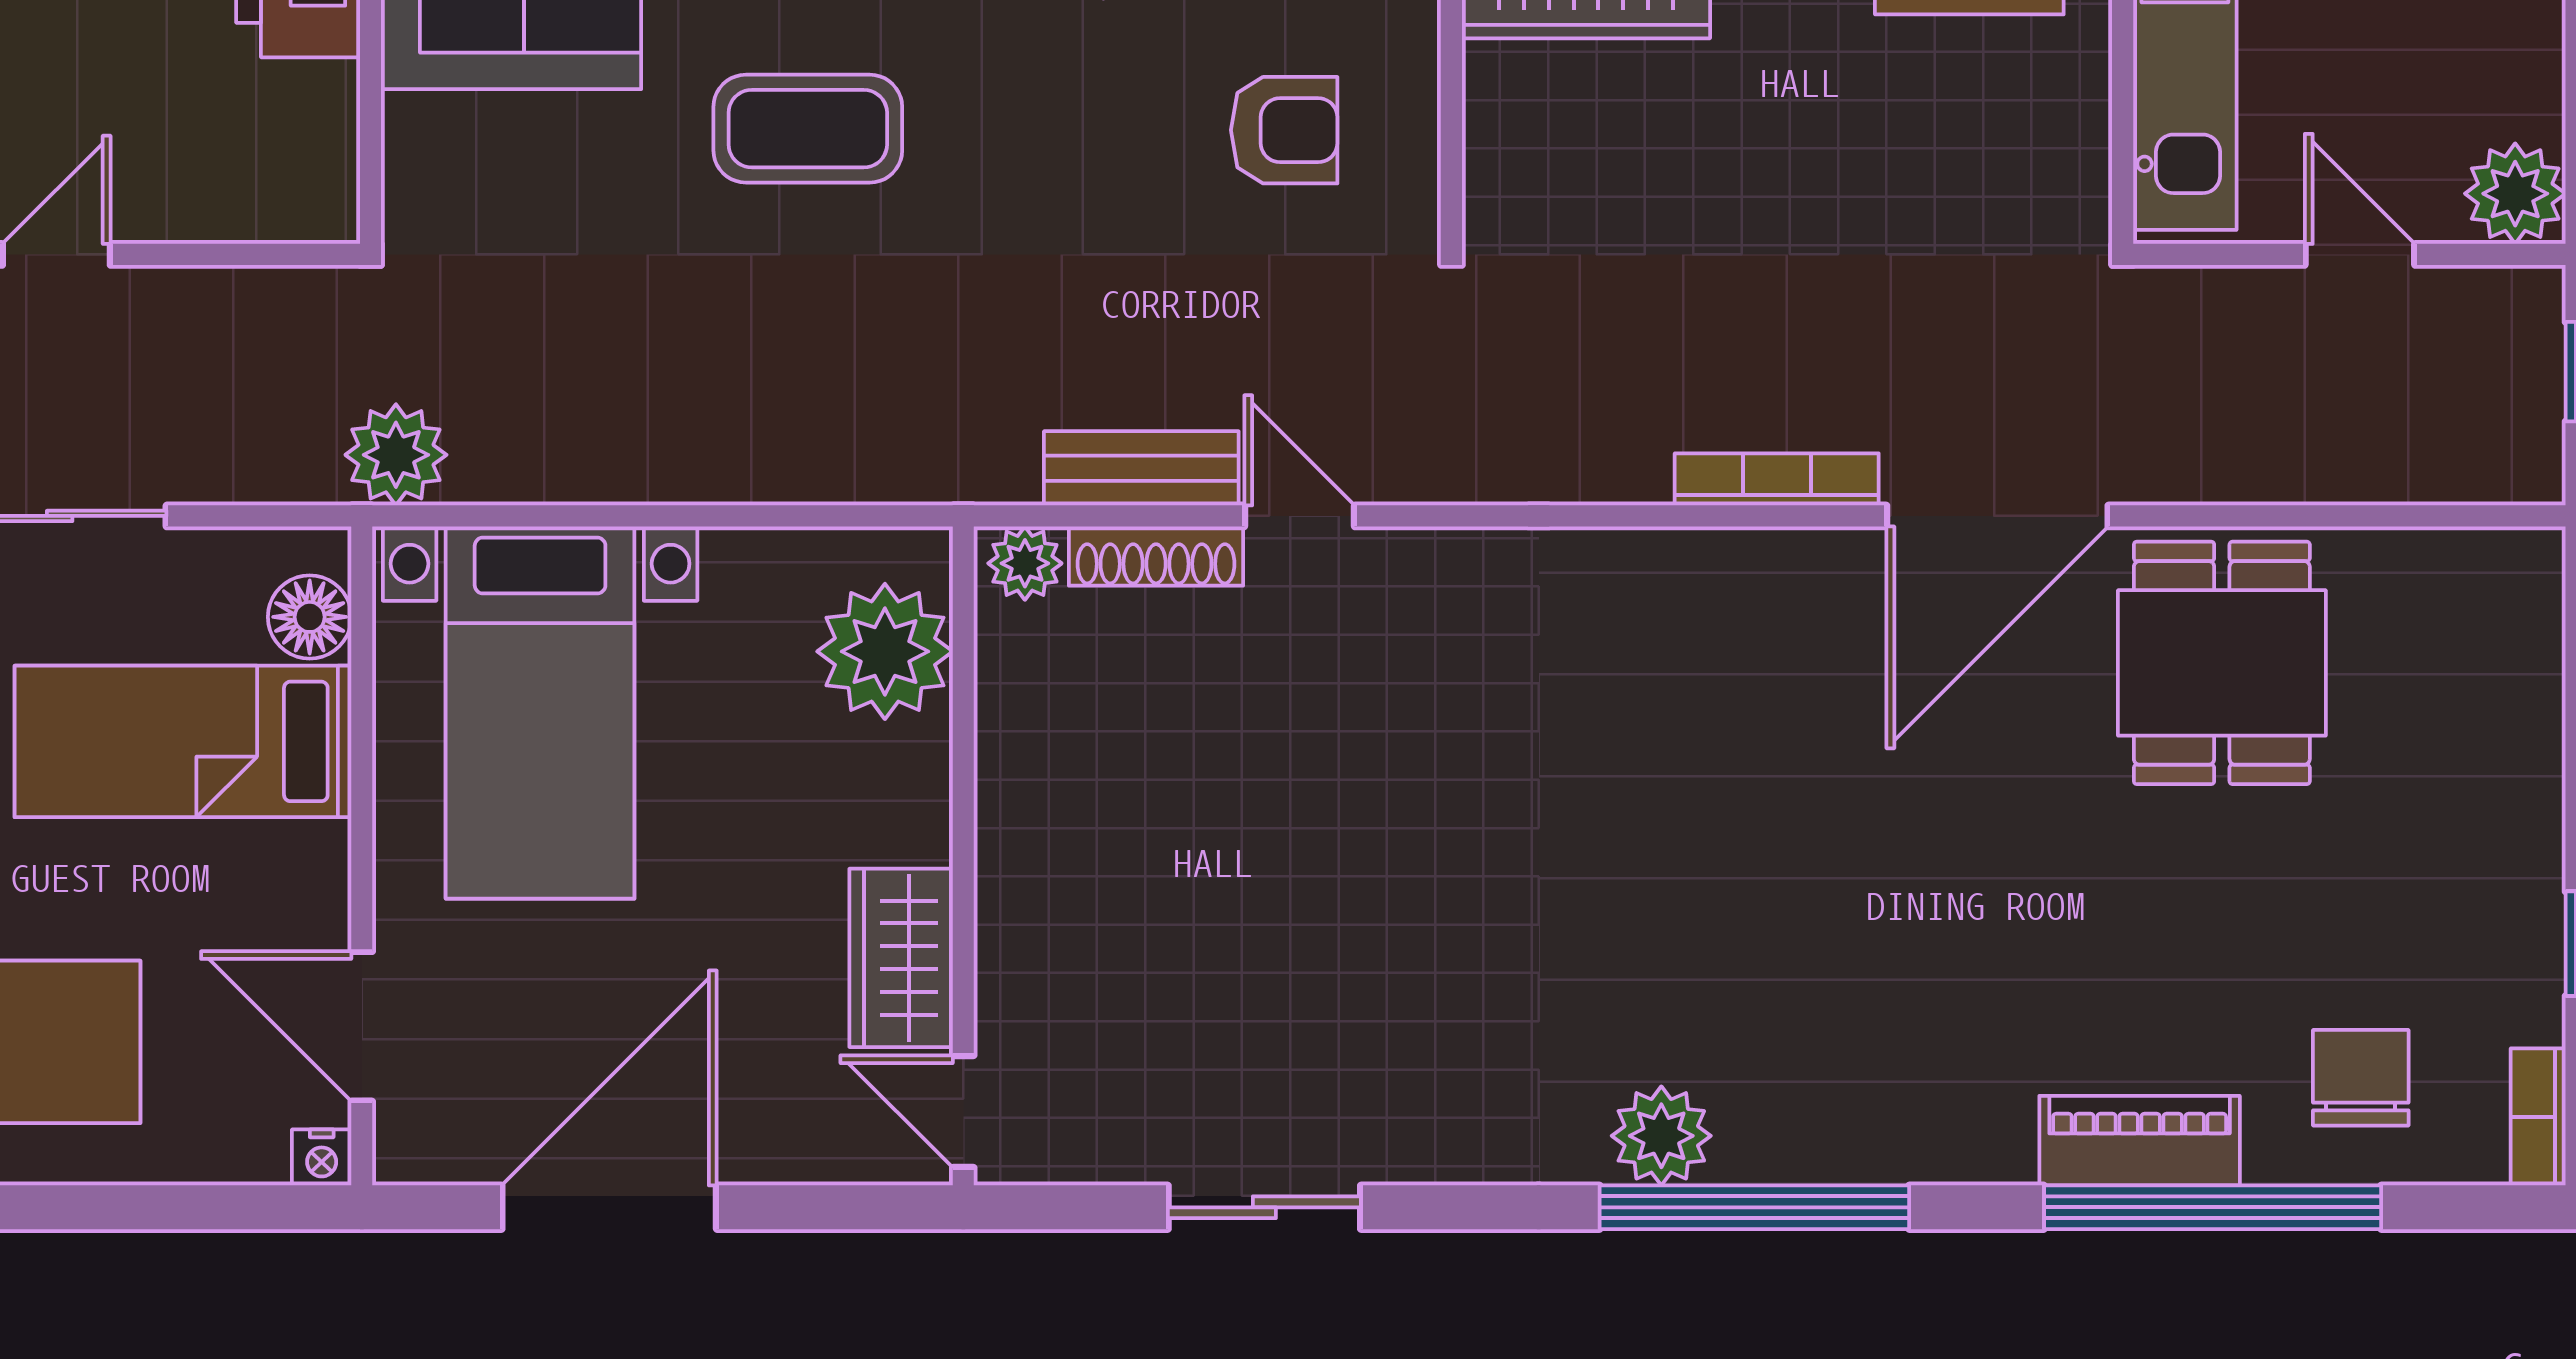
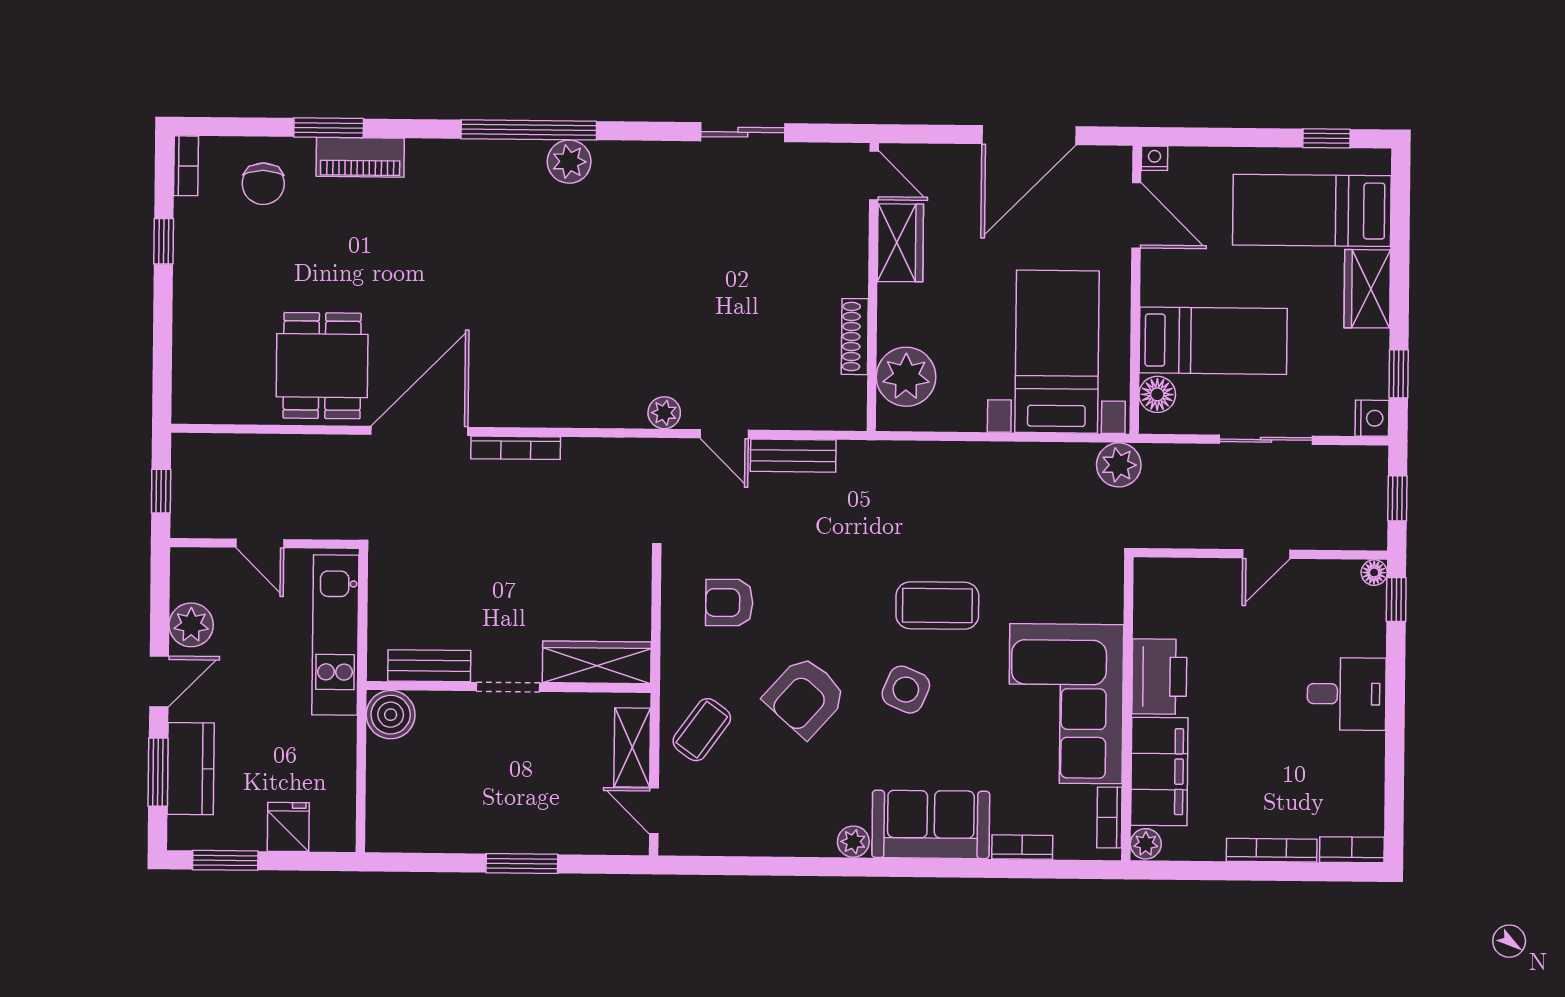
plant: (2515, 194) -> (191, 625), moved
shoe rack: (1156, 556) -> (855, 337), moved, turned -90
plant: (1025, 563) -> (664, 413), moved
window: (2213, 1207) -> (329, 128), width x0.47

